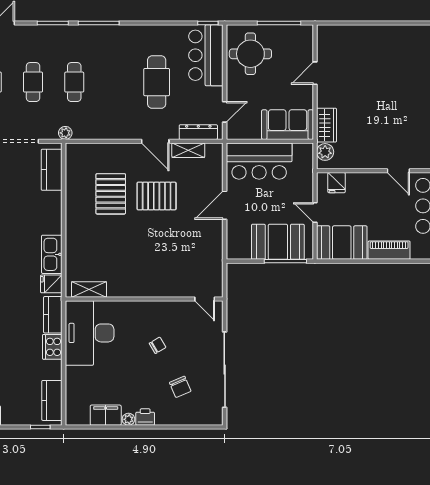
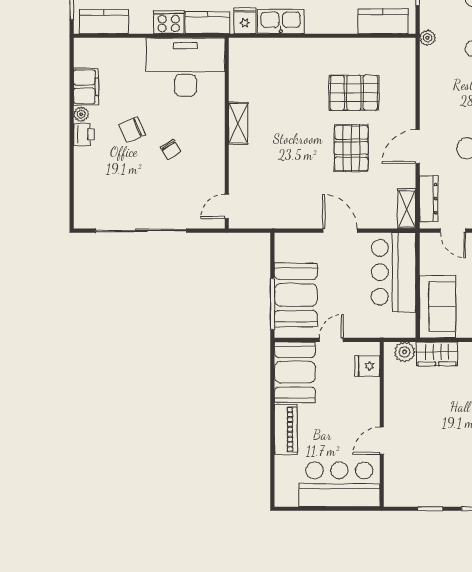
shelving: (188, 150) -> (407, 209), moved
shelving: (89, 289) -> (238, 123), moved
chair: (180, 387) -> (132, 130), moved

